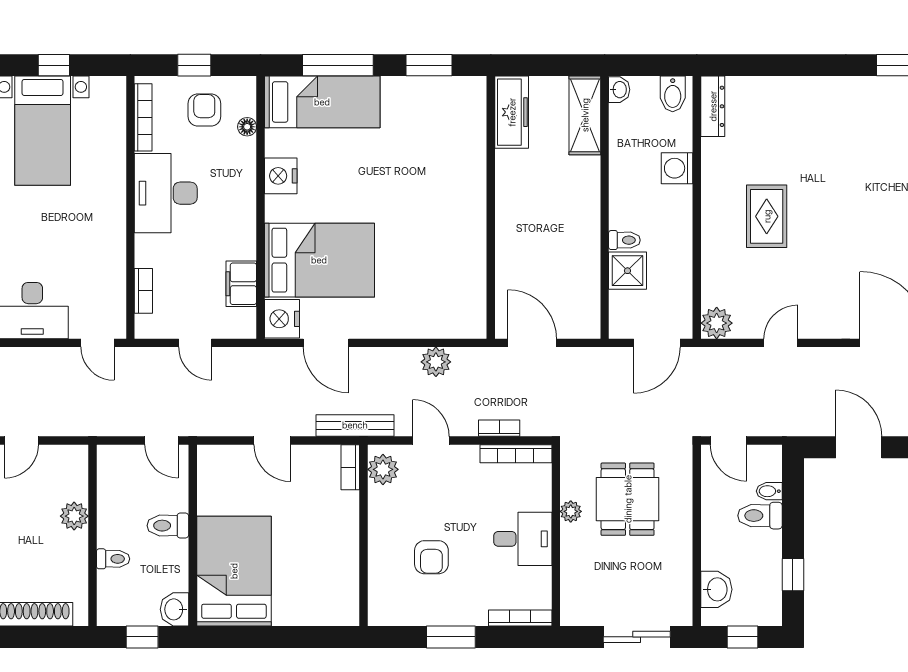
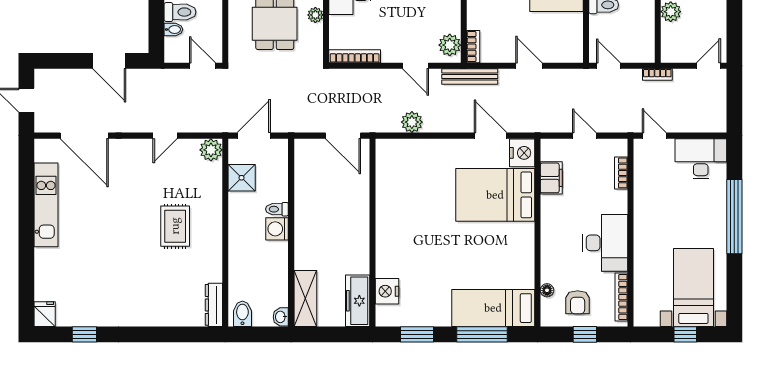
washing machine: (677, 168) -> (277, 229), moved, turned 180
nightstand: (281, 176) -> (387, 291), moved, turned 180
shower: (627, 271) -> (242, 178), moved
bookcase: (499, 428) -> (657, 75), moved

